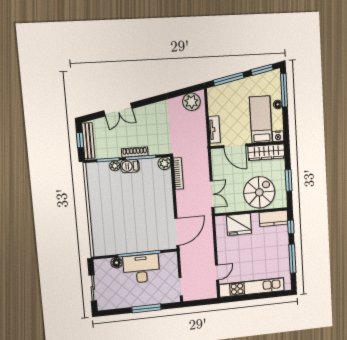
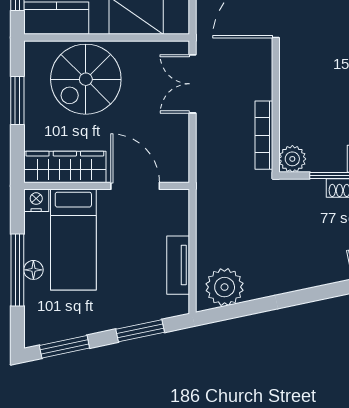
window: (229, 79) -> (140, 331), width x0.69
window: (284, 90) -> (17, 270), moved
tv unit: (214, 130) -> (178, 265), moved

